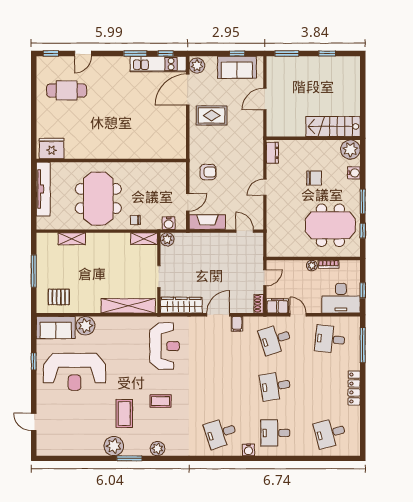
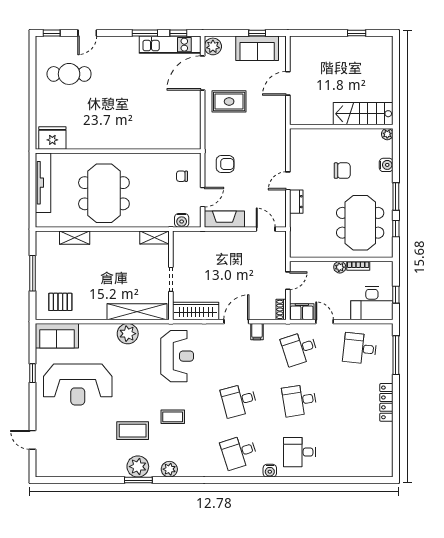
window: (287, 54) -> (312, 33), removed
plant: (350, 150) -> (387, 134), width x0.53, depth x0.53
dresser: (272, 153) -> (296, 202), moved
chair: (135, 220) -> (182, 176), moved
meeting table: (330, 225) -> (360, 223), turned 90
plant: (167, 239) -> (180, 238), removed
plant: (85, 326) -> (128, 334), moved
coffee table: (124, 414) -> (133, 431), turned 90
desk: (330, 433) -> (239, 400), moved
plant: (114, 446) -> (138, 467), moved

